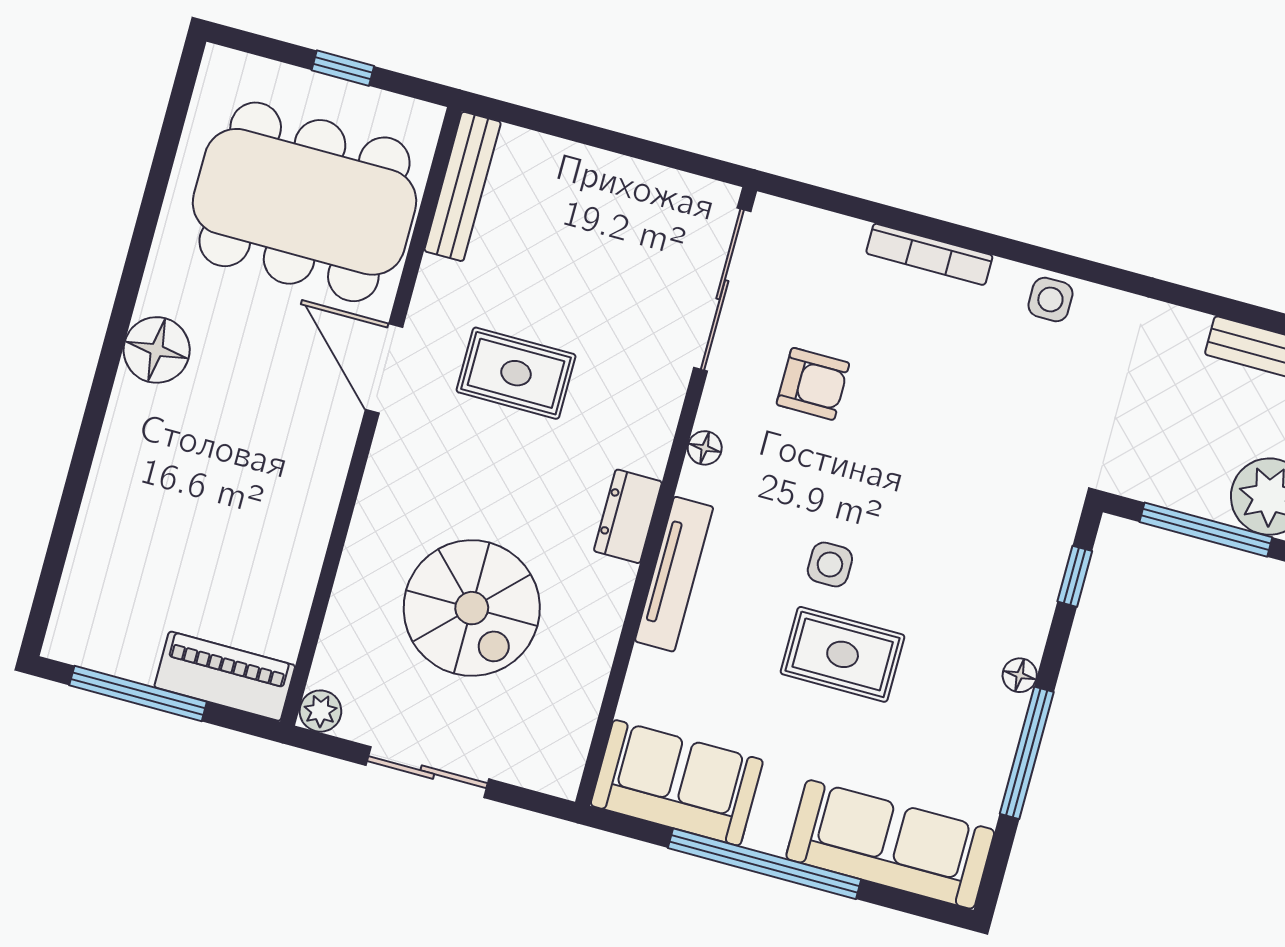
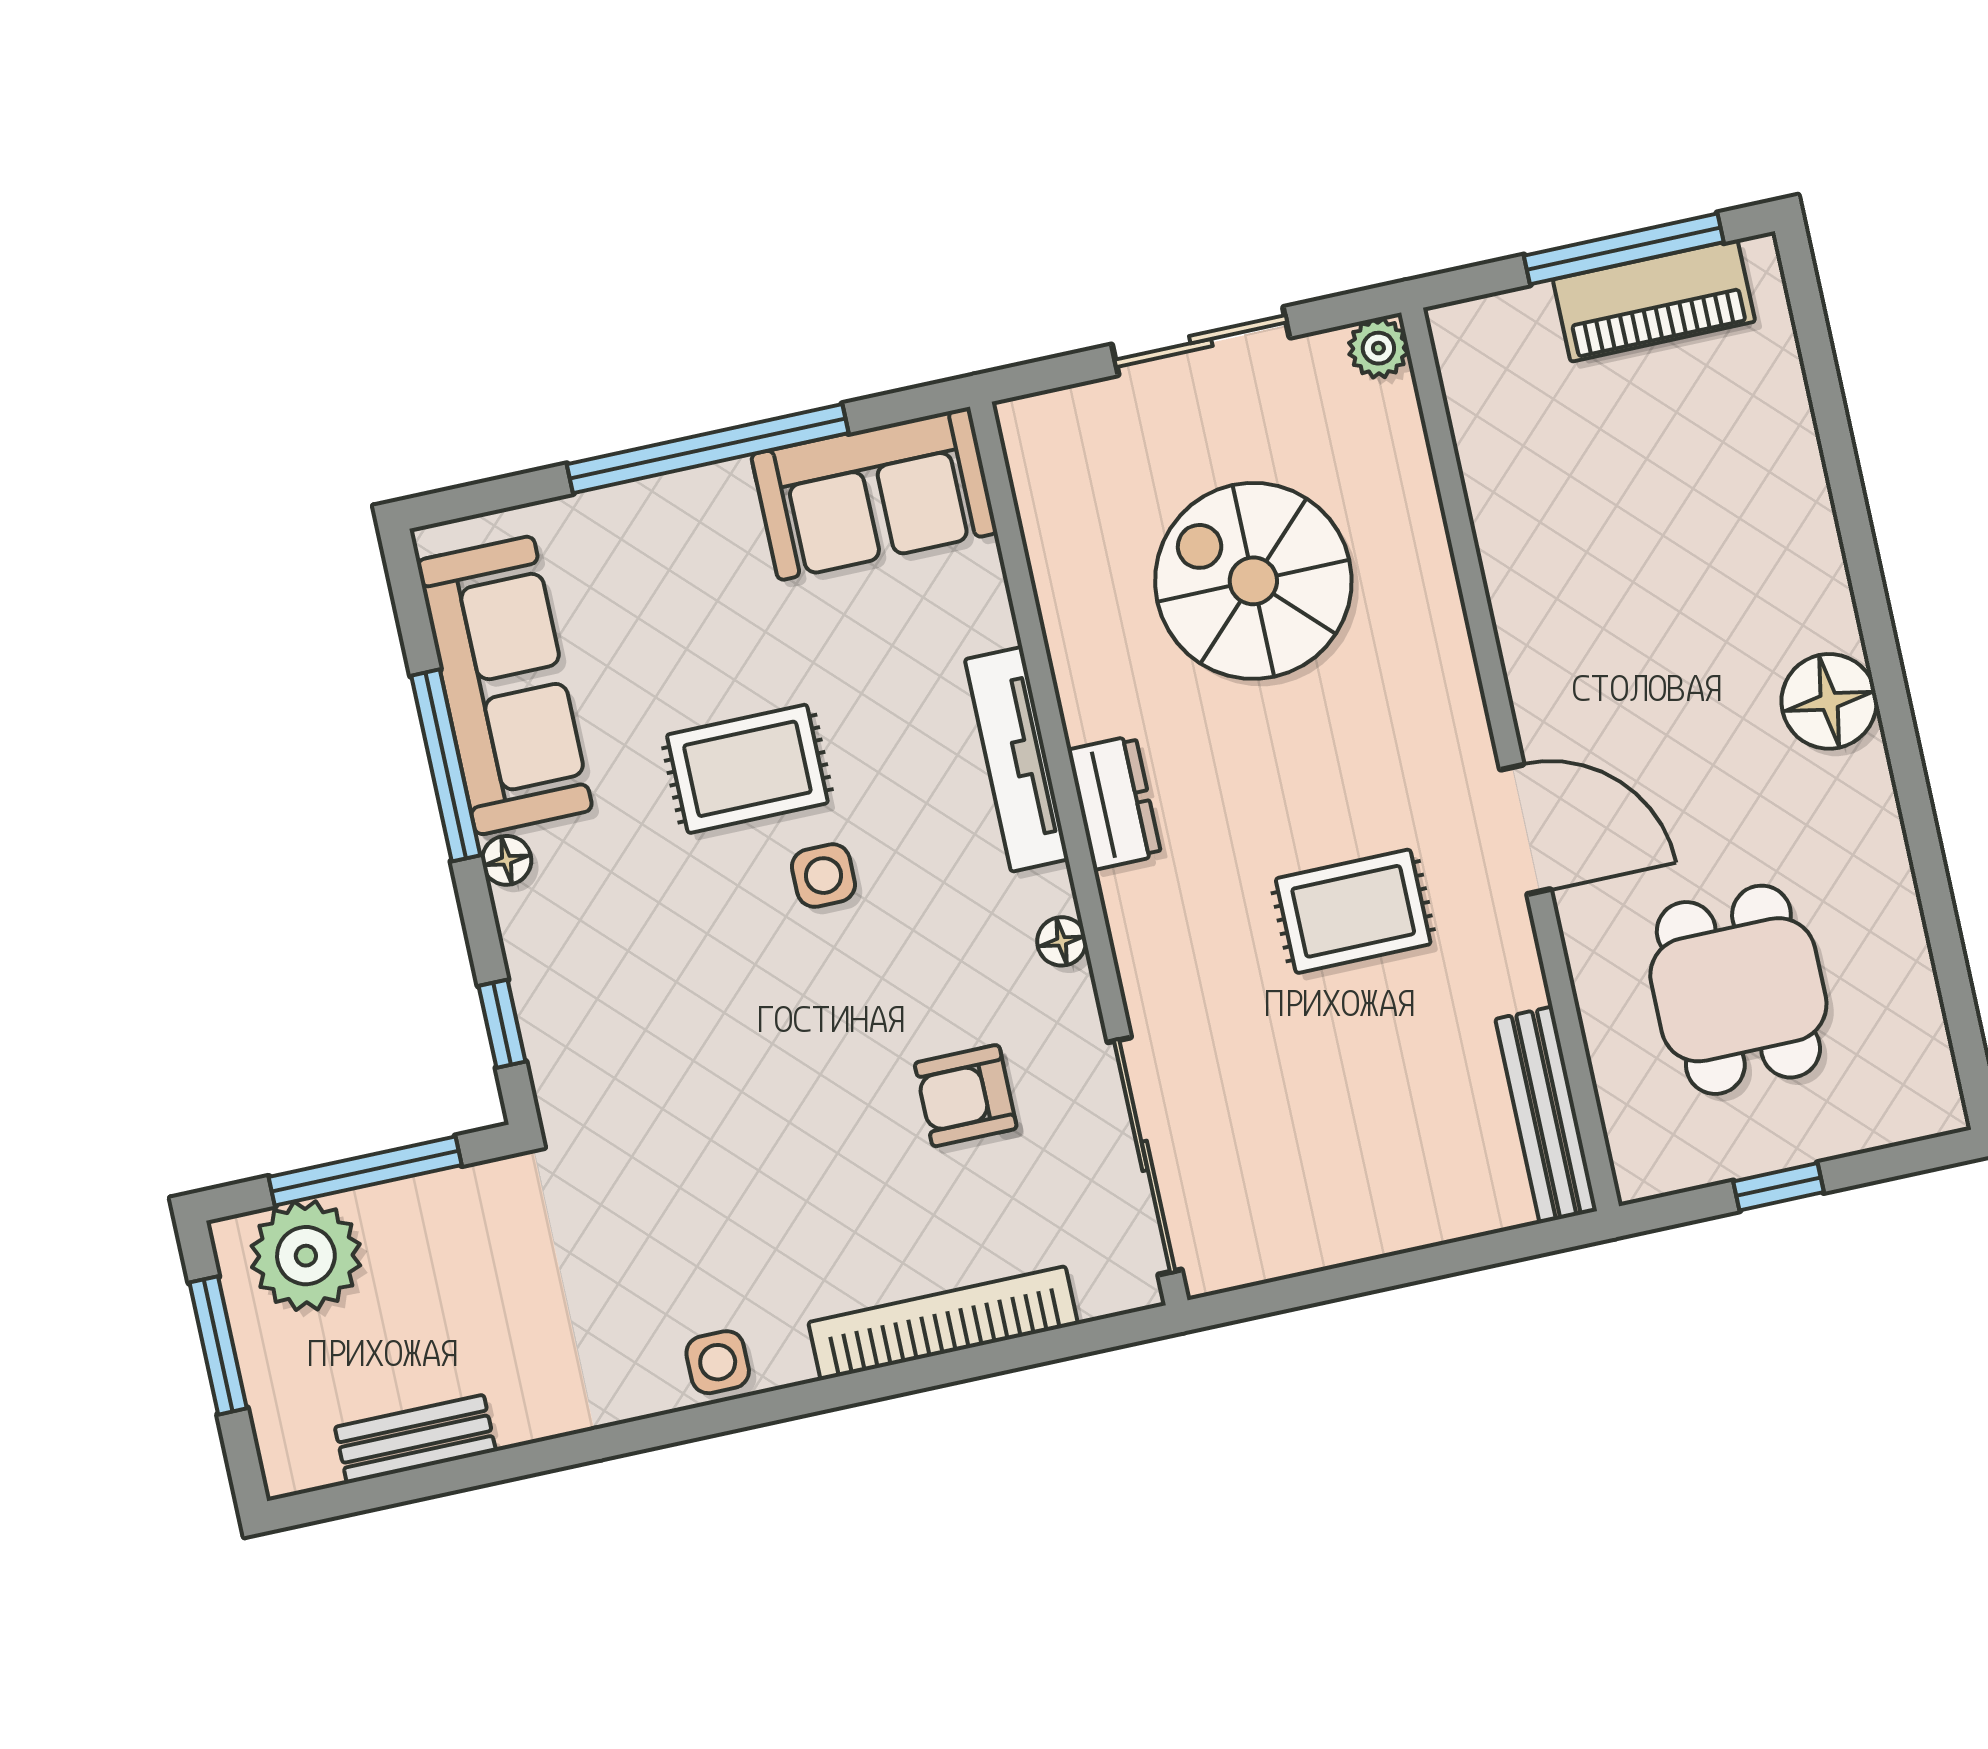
dining table: (305, 202) -> (1738, 990), width x0.53, depth x0.80
bookcase: (929, 254) -> (943, 1323), width x1.48, depth x1.31
piano: (225, 676) -> (1654, 301), moved
sofa: (890, 844) -> (505, 685), moved, turned -90

